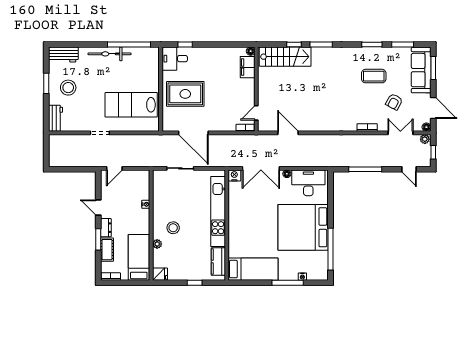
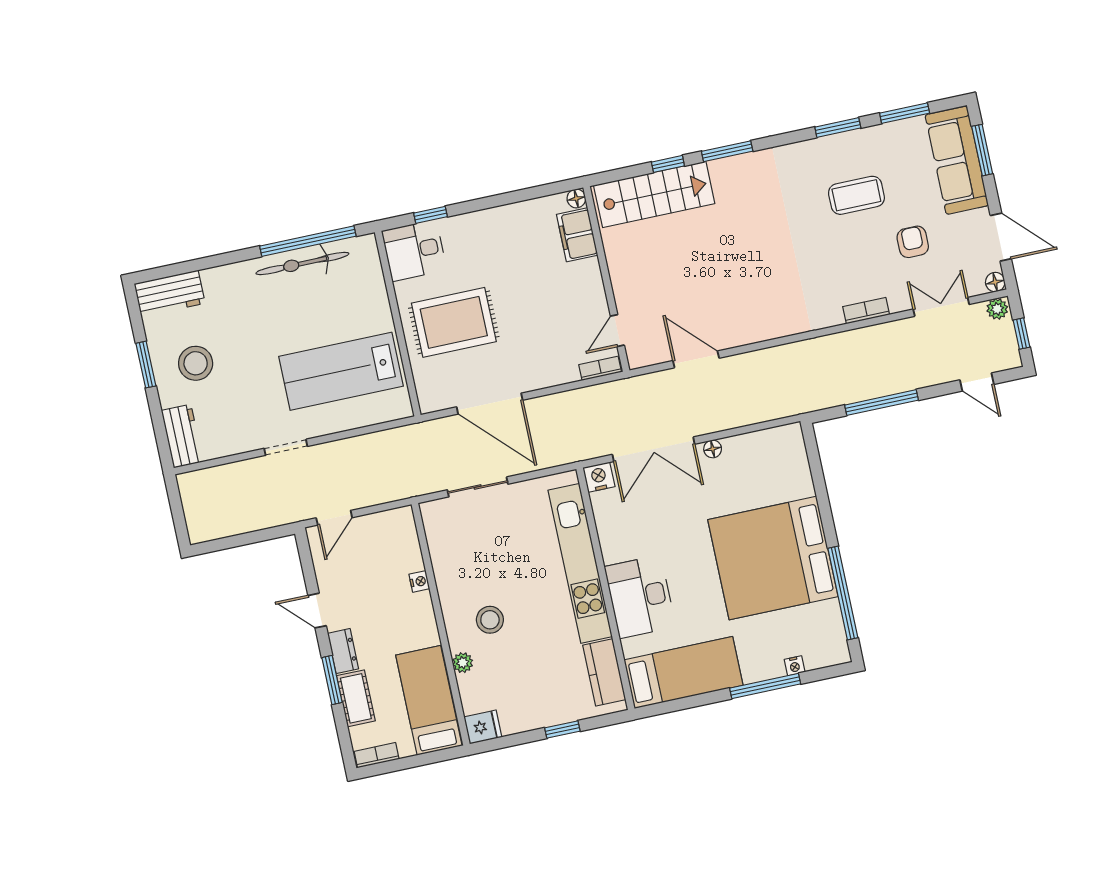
bicycle: (110, 54) -> (302, 263), moved
armchair: (394, 102) -> (913, 242), turned 152
desk: (308, 183) -> (640, 597), moved, turned -90

